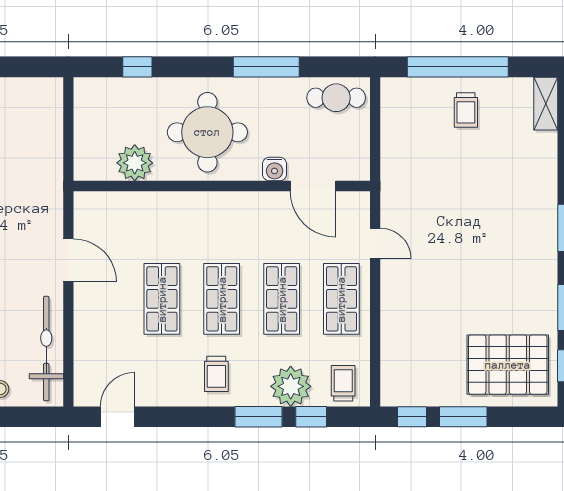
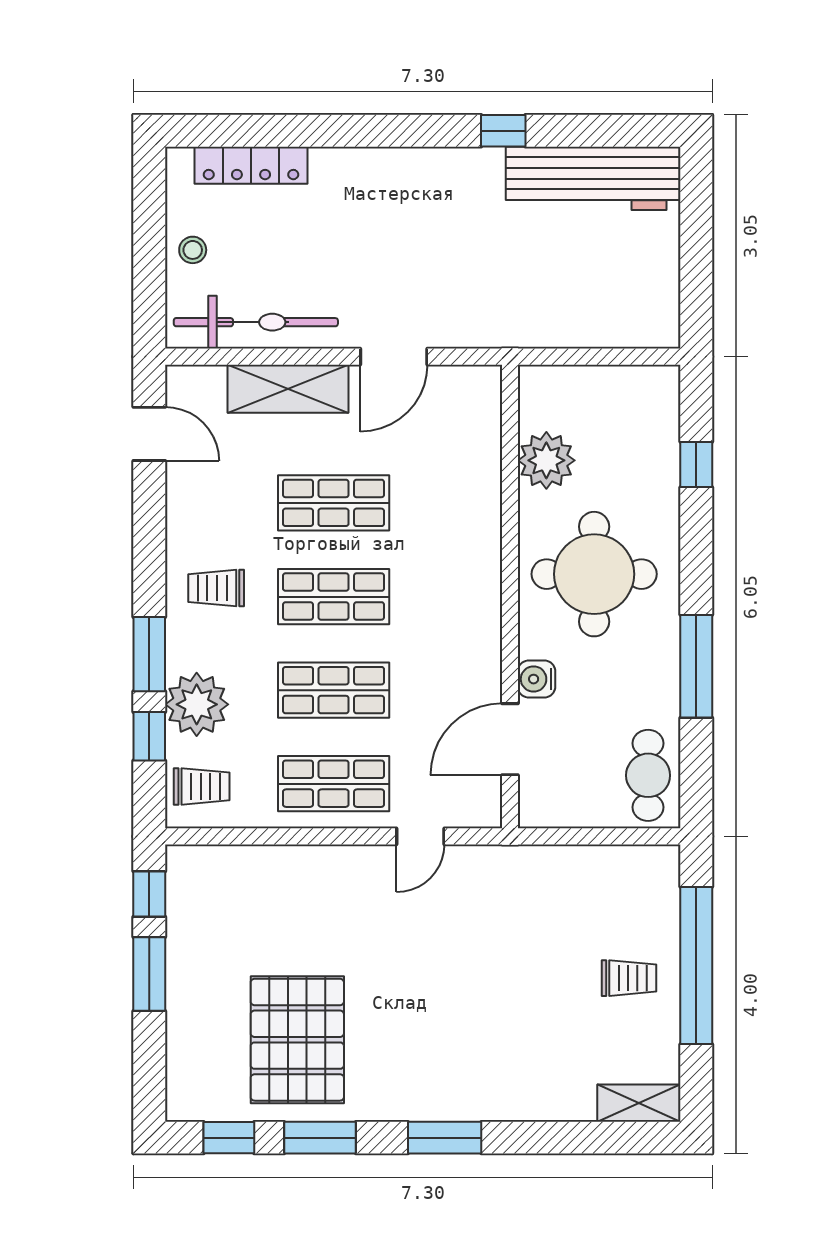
trolley: (466, 110) -> (629, 978), turned 180
shelving: (89, 328) -> (288, 389), added
pallet: (508, 365) -> (297, 1040), moved

